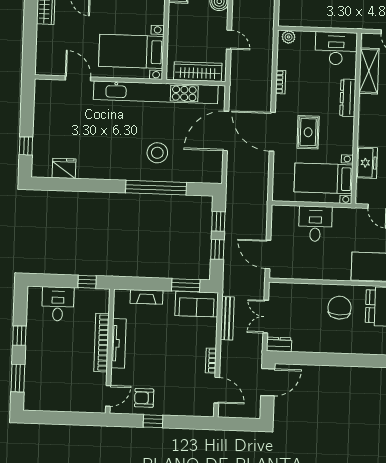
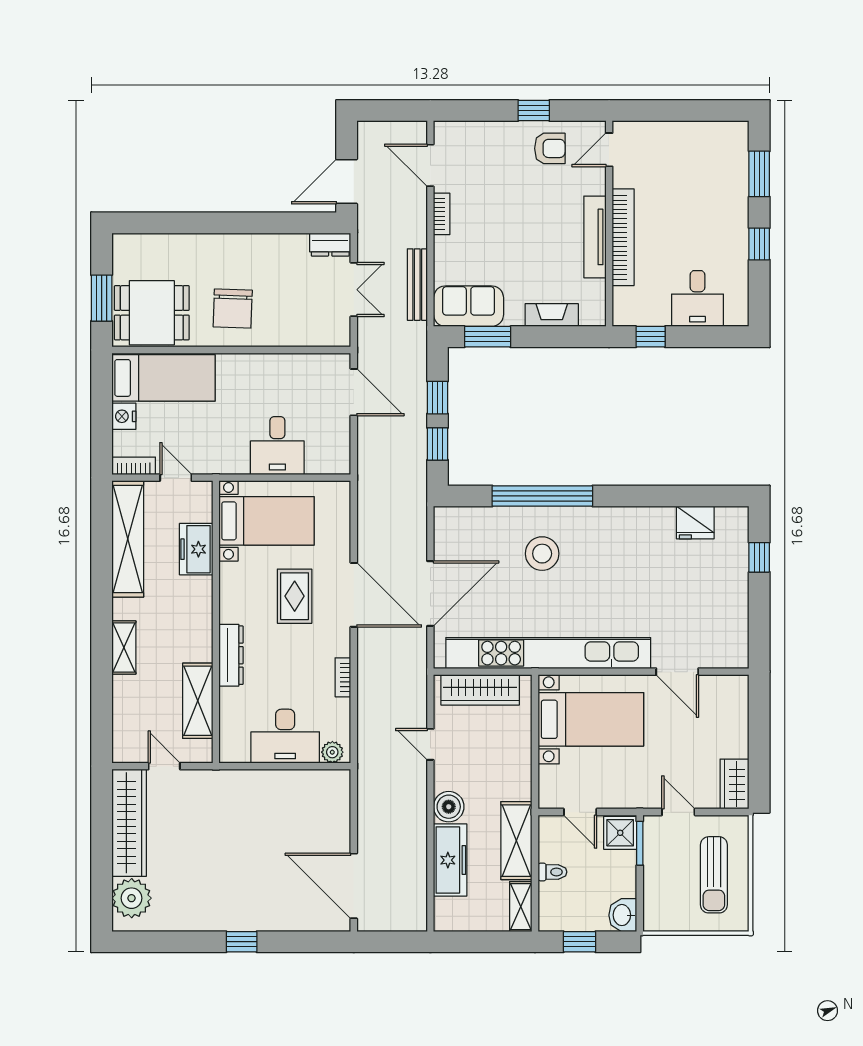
desk: (336, 48) -> (285, 736), moved

